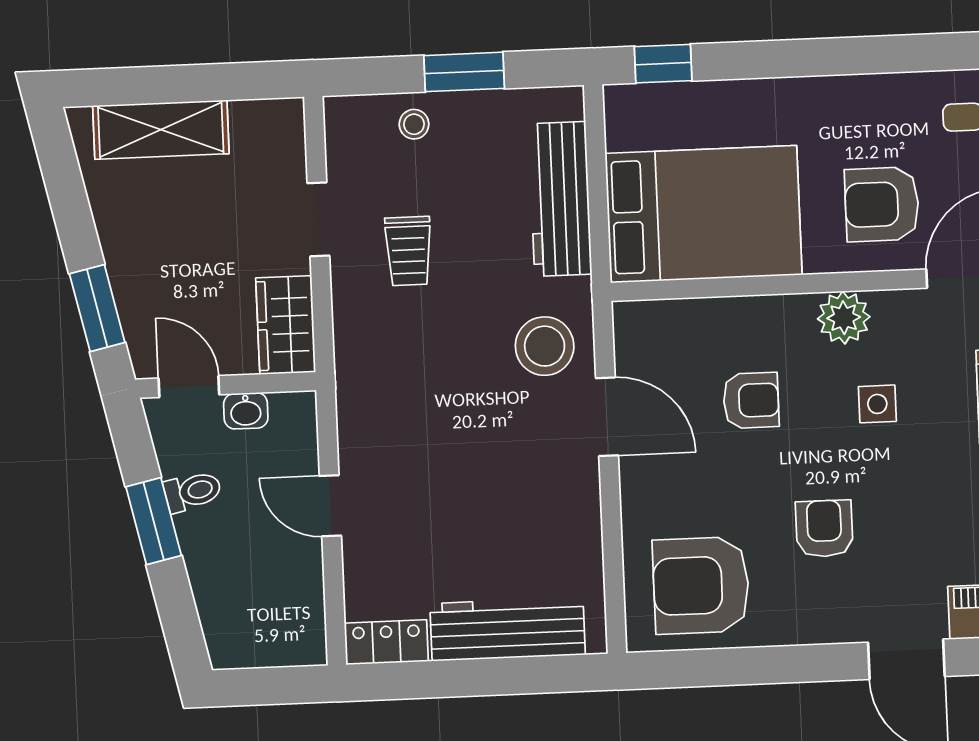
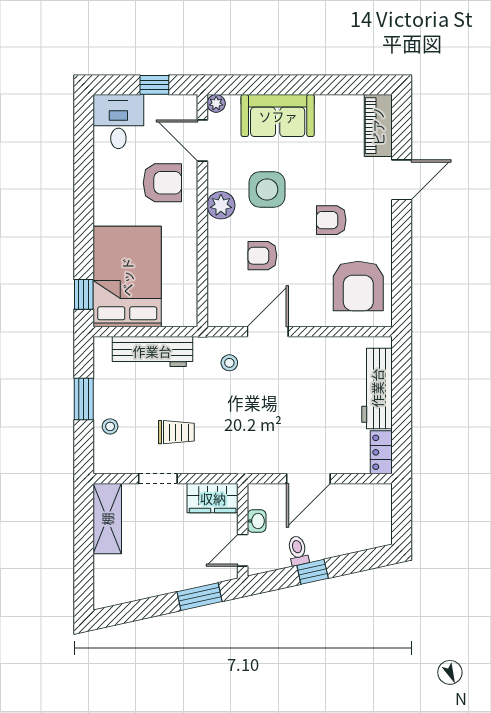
shelving: (161, 130) -> (107, 519), moved
armchair: (882, 204) -> (162, 183), turned -90
bed: (704, 214) -> (127, 277), moved
stool: (545, 346) -> (229, 363), width x0.53, depth x0.53
armchair: (751, 400) -> (262, 256), turned -90
side table: (877, 404) -> (267, 190), width x1.87, depth x1.87
door: (330, 506) -> (308, 479), width x1.38
window: (154, 521) -> (313, 572), width x0.67

